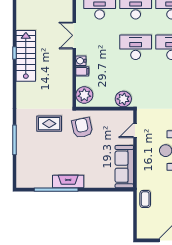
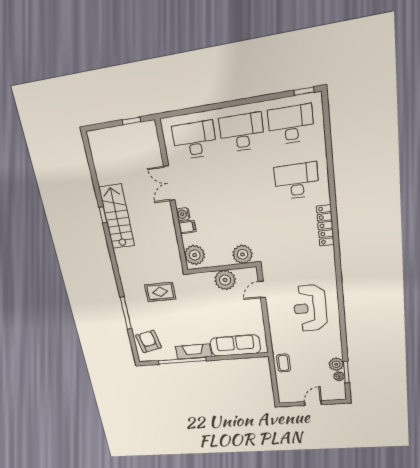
desk: (136, 47) -> (249, 188), removed
plant: (106, 119) -> (225, 280), added
armchair: (82, 128) -> (149, 341), moved
sofa: (124, 167) -> (235, 346), moved, turned 90

